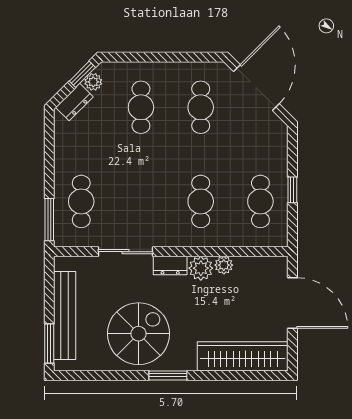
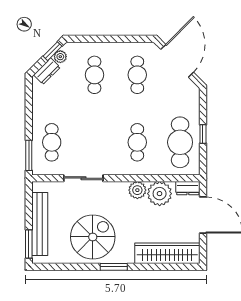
cafe table: (260, 201) -> (180, 142), width x1.37, depth x1.35
dresser: (170, 265) -> (188, 188), moved
plant: (224, 265) -> (160, 194), width x1.88, depth x1.88

